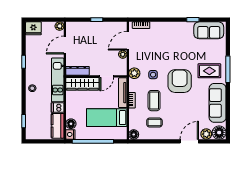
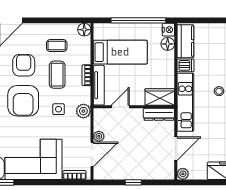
corner sofa: (172, 37) -> (34, 159), added
wardrobe: (82, 84) -> (160, 97), width x0.67
armchair: (179, 108) -> (24, 65), added

